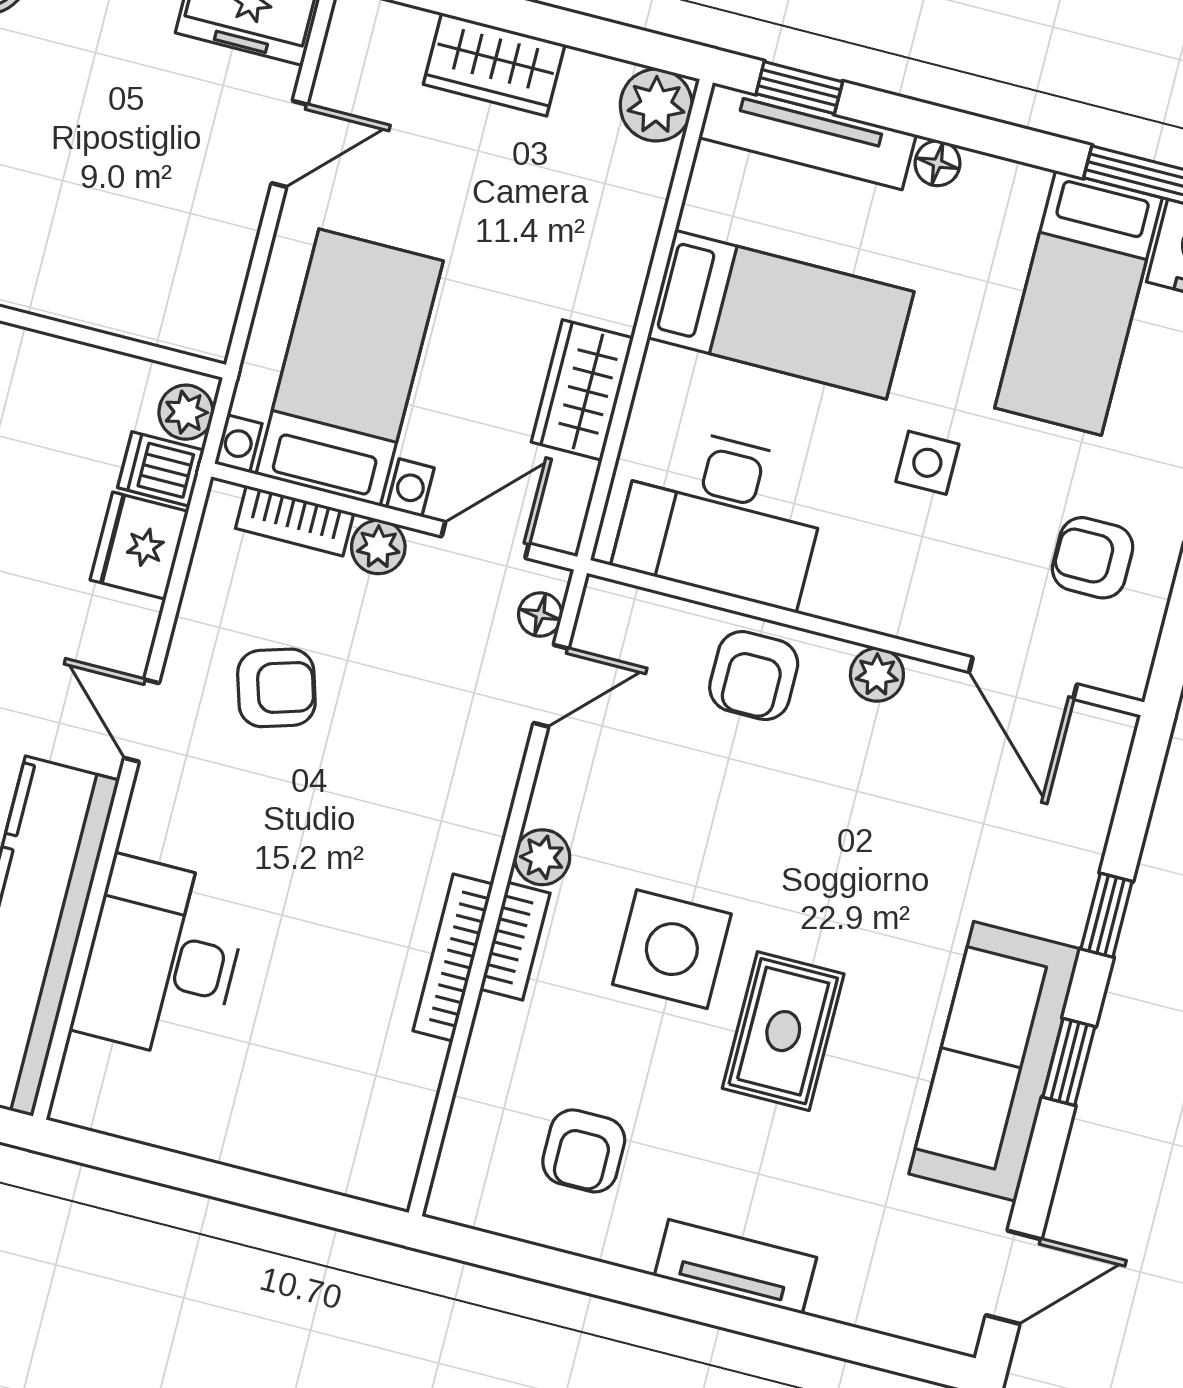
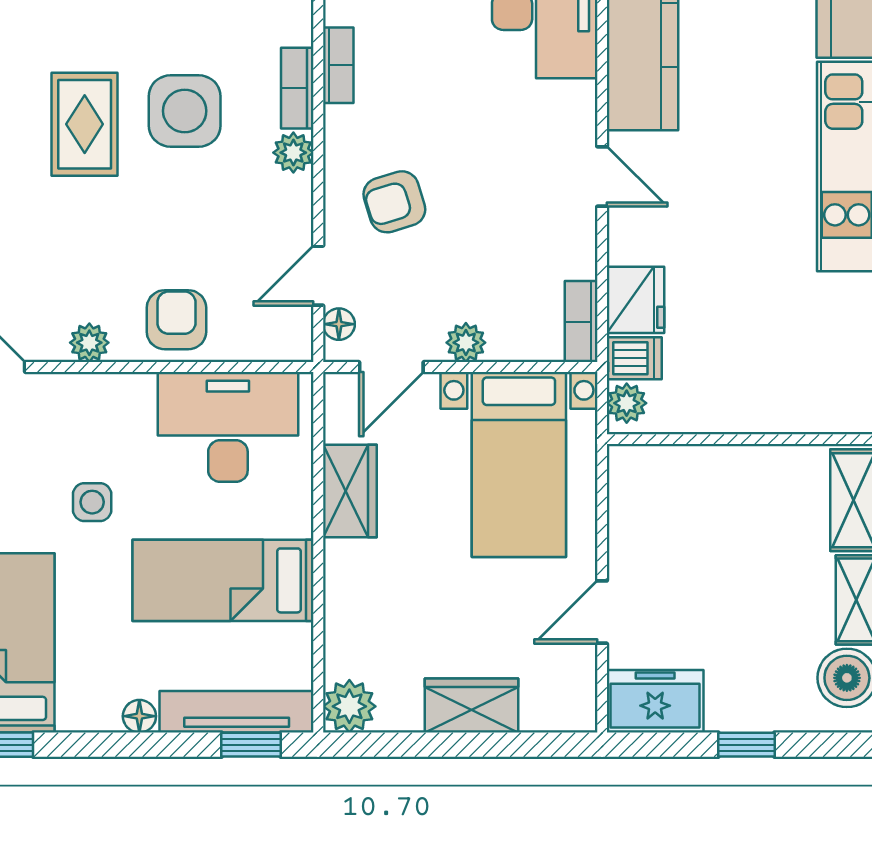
bookcase: (295, 521) -> (581, 322), moved, turned -90
armchair: (276, 688) -> (394, 202), moved
bookcase: (453, 958) -> (338, 65), width x0.64
rug: (783, 1031) -> (85, 124), moved

